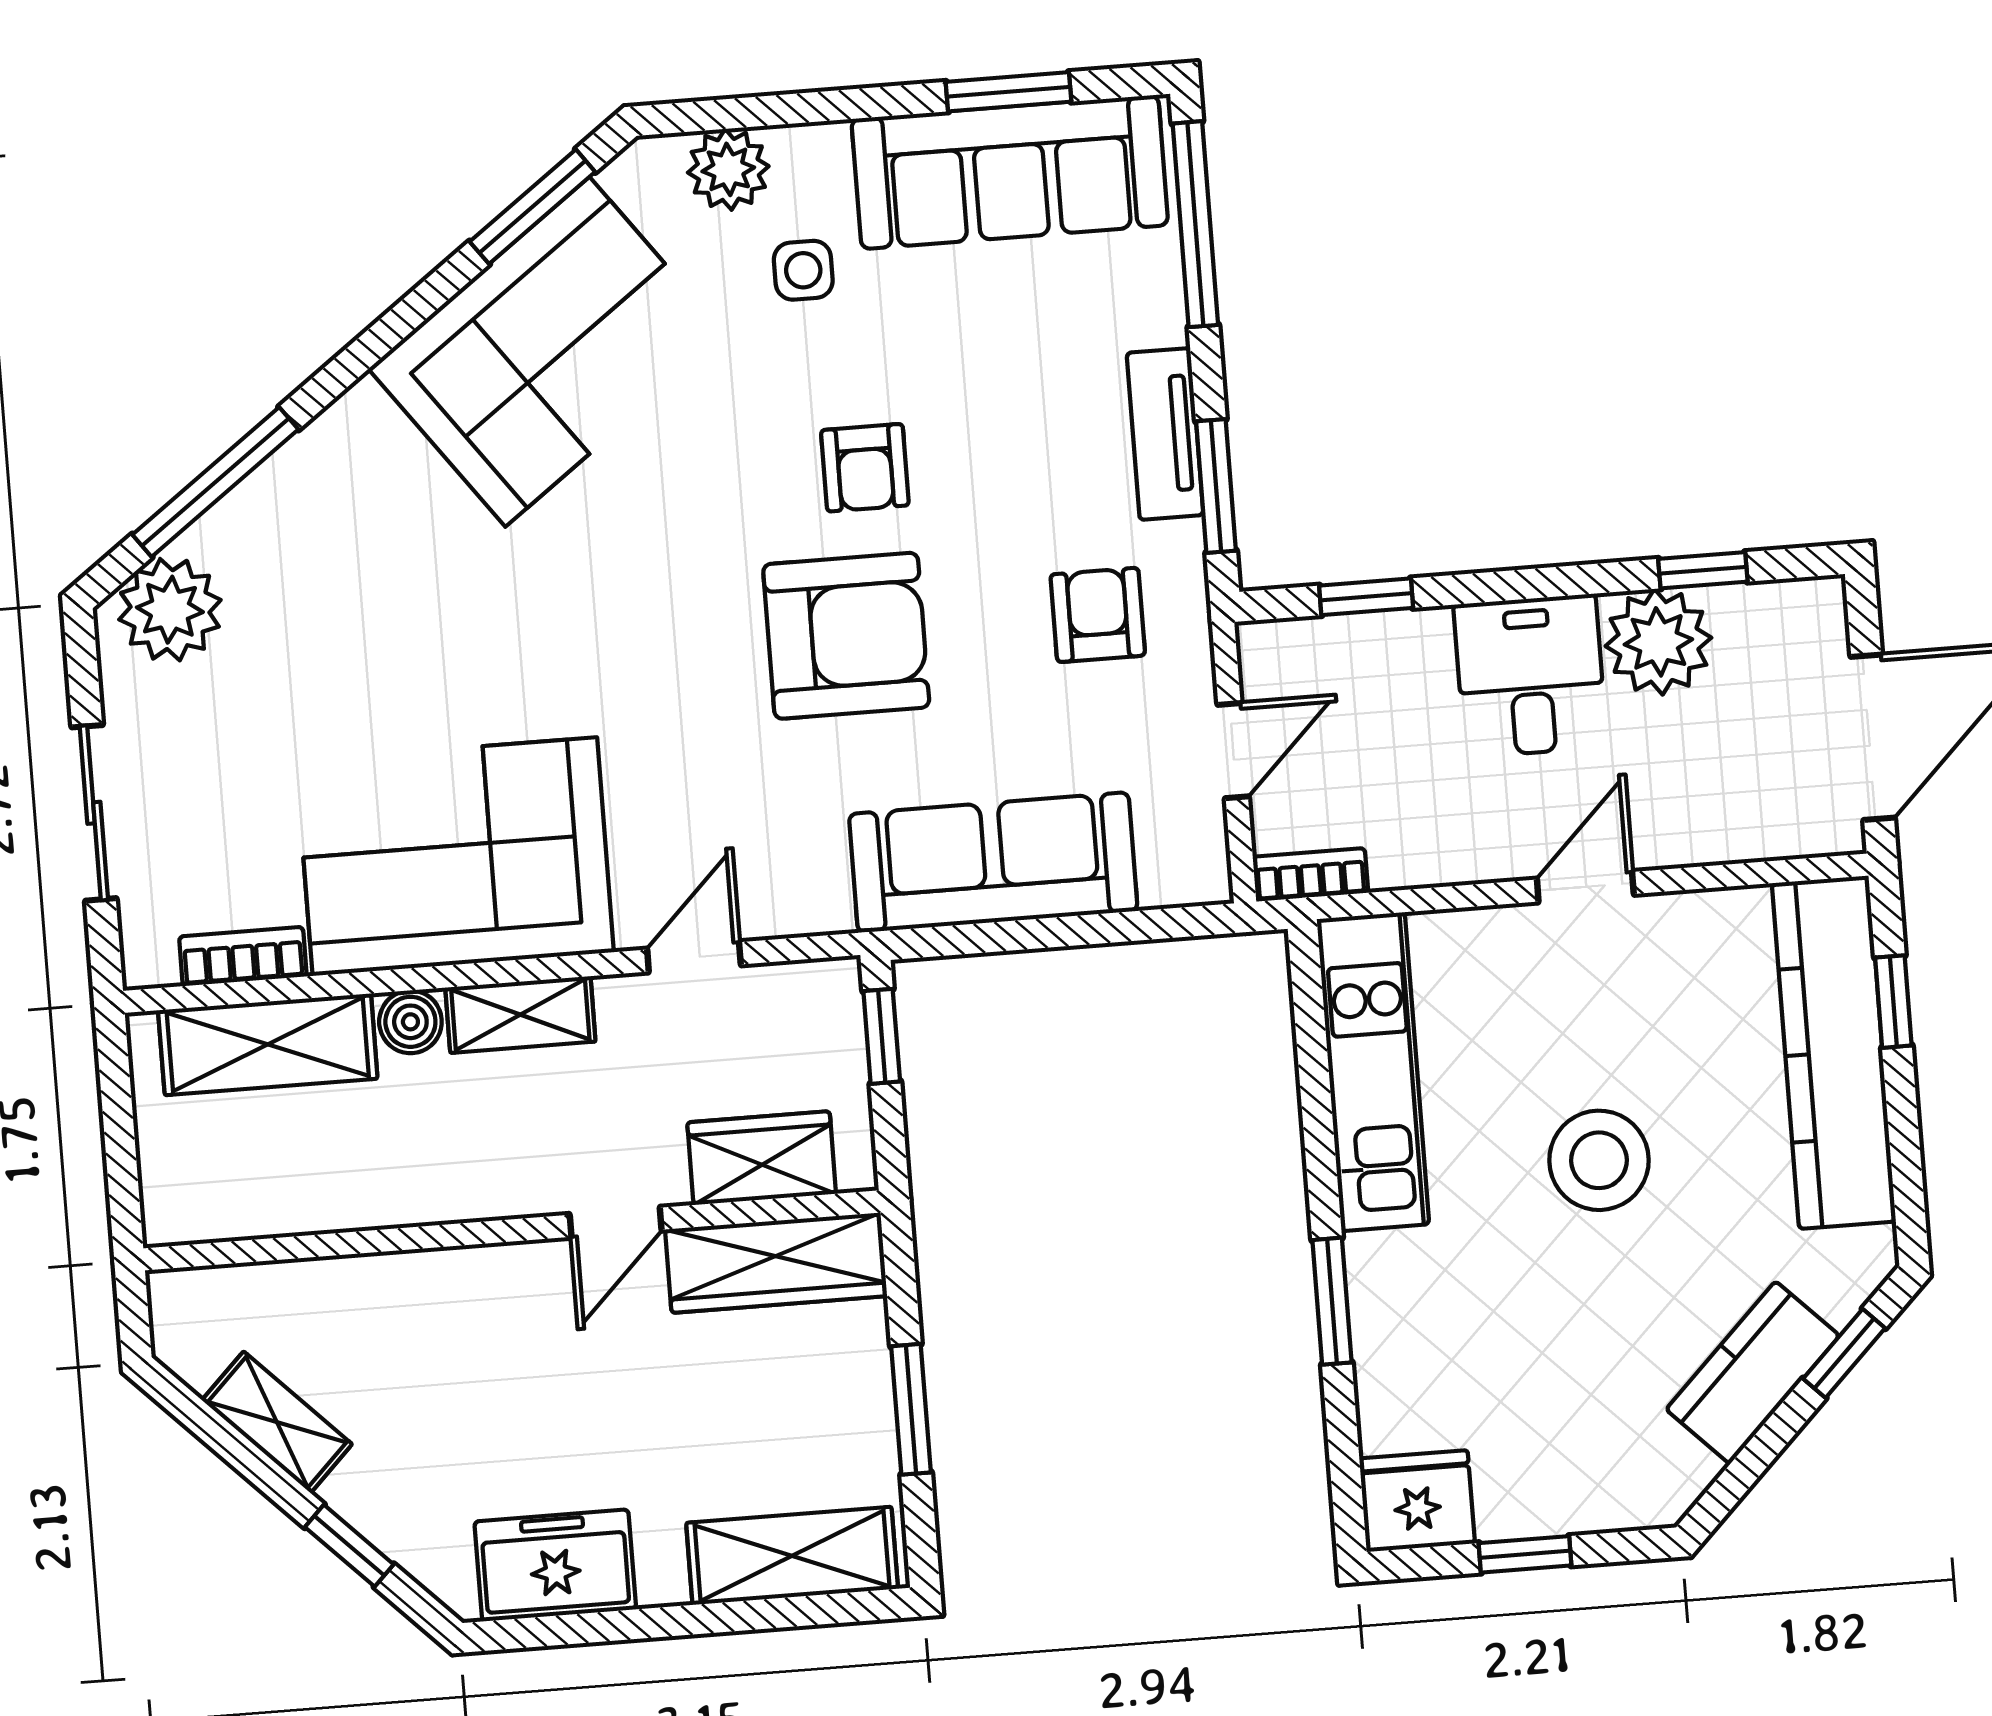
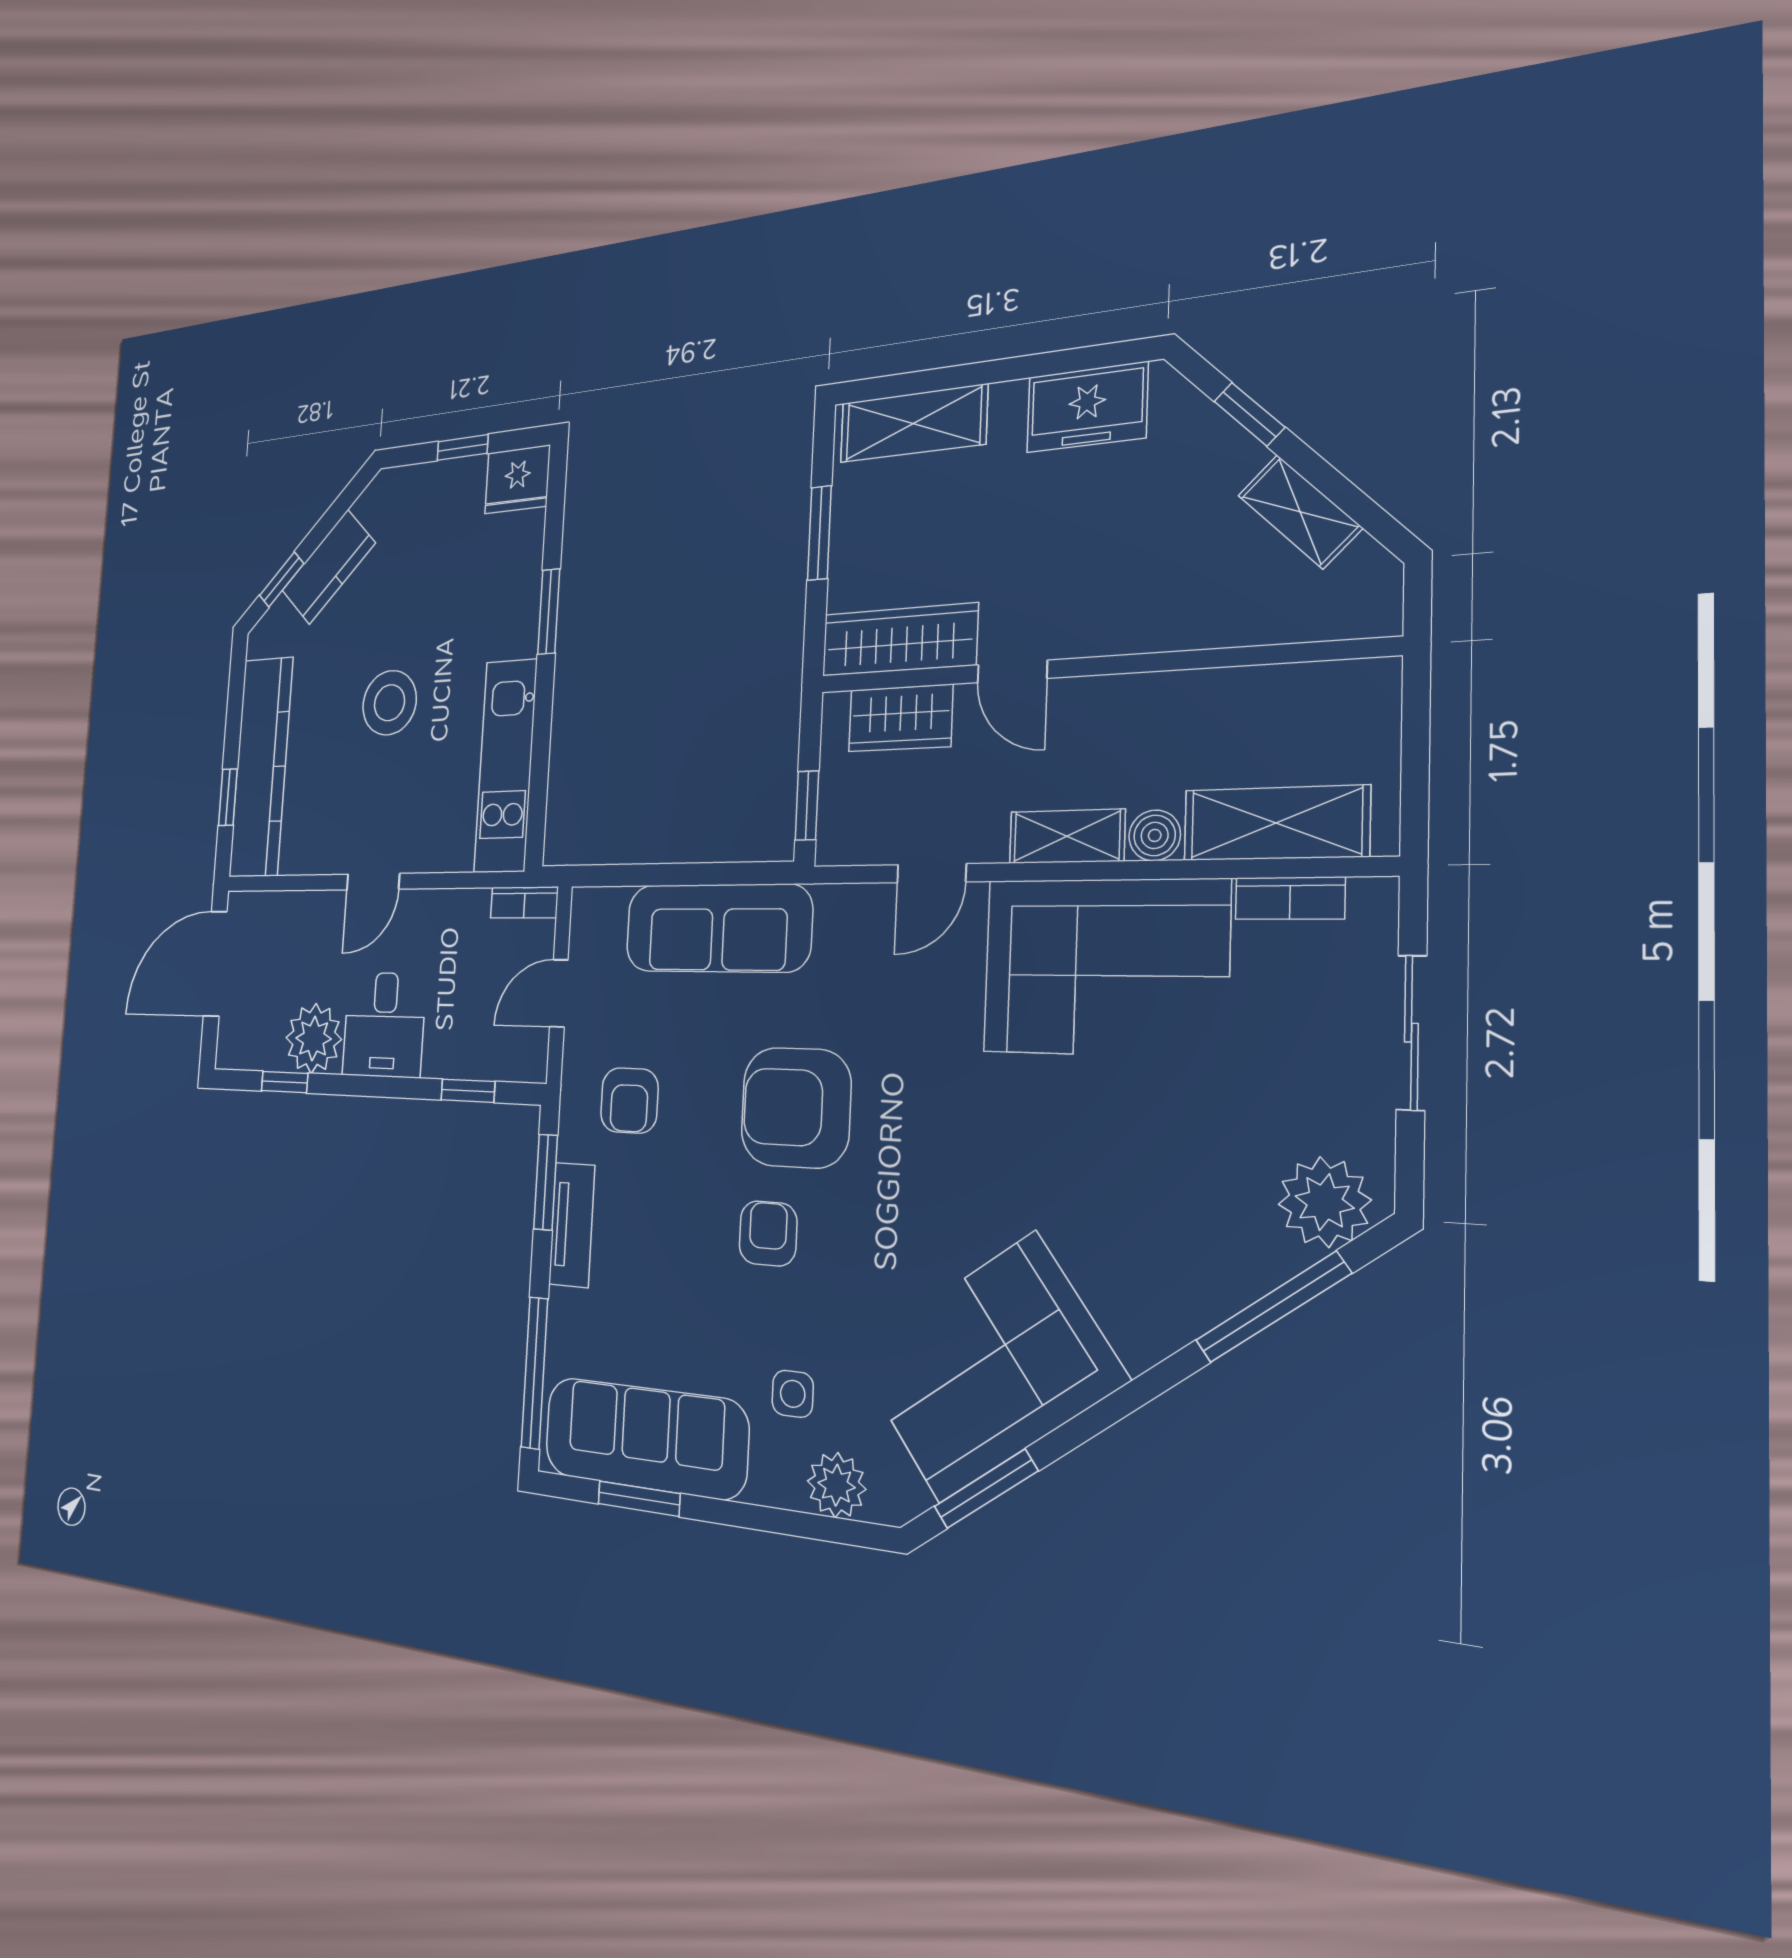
door: (616, 1222) -> (1012, 672), swing flipped

